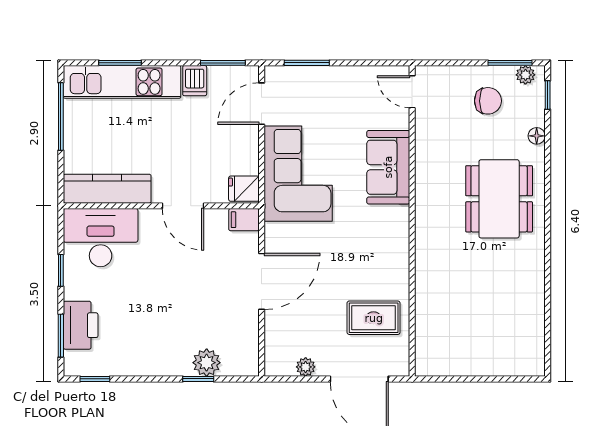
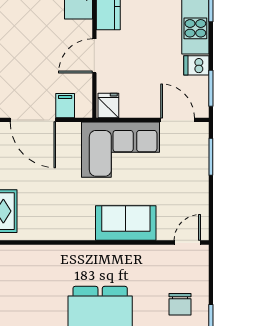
filing cabinet: (244, 220) -> (65, 106), moved

